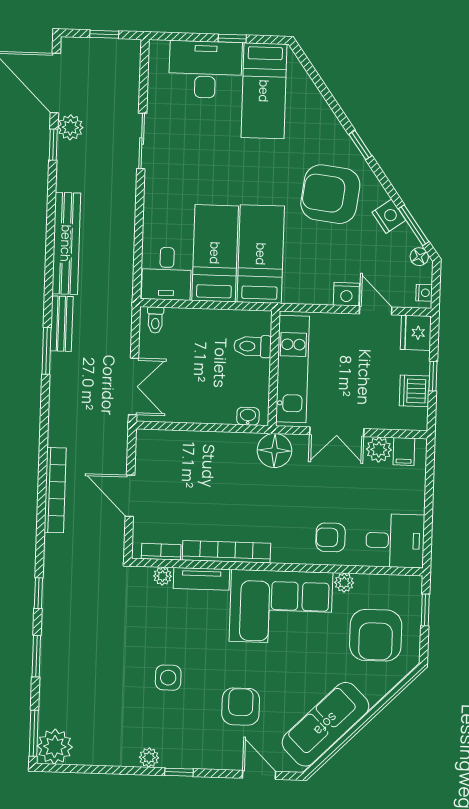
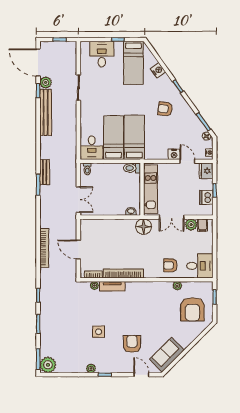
desk: (205, 70) -> (102, 54), width x0.73
armchair: (330, 194) -> (165, 109), width x0.53, depth x0.53
nightstand: (389, 216) -> (158, 70), moved
bench: (66, 243) -> (46, 112), moved
toilet: (253, 346) -> (132, 168), moved
corner sofa: (281, 607) -> (149, 298), removed
sofa: (326, 724) -> (167, 355), width x0.73

